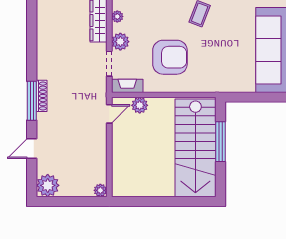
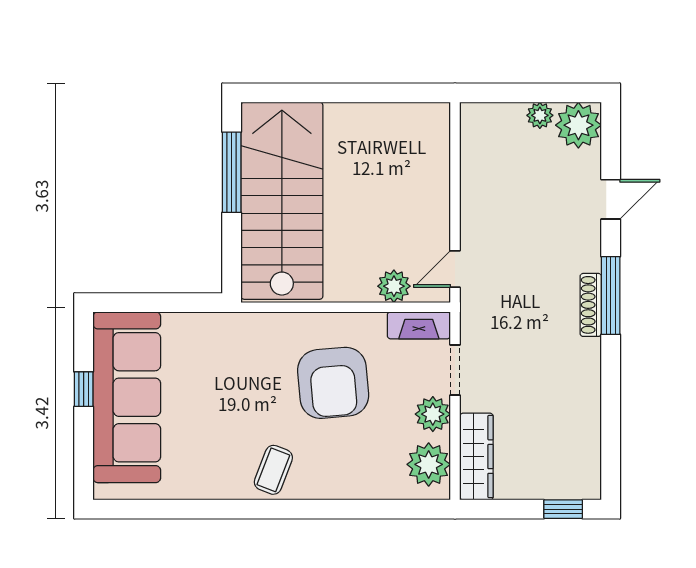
plant: (117, 16) -> (429, 464), width x1.88, depth x1.88
armchair: (170, 57) -> (333, 383), turned -95
window: (221, 142) -> (232, 172), moved
plant: (100, 190) -> (540, 115), moved

